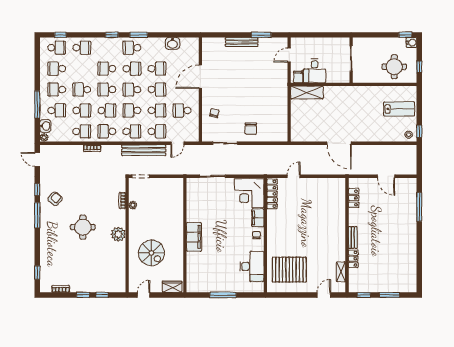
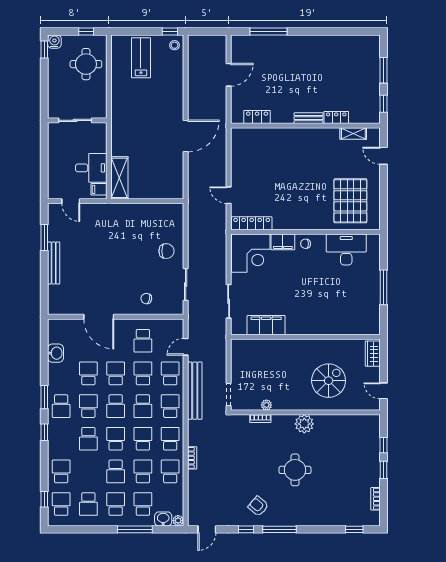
school desk: (57, 90) -> (116, 504), turned 180
school desk: (107, 90) -> (116, 439), turned 180
school desk: (107, 131) -> (170, 439), turned 180
door: (177, 143) -> (186, 347), swing flipped
filing cabinet: (194, 237) -> (266, 325), moved

